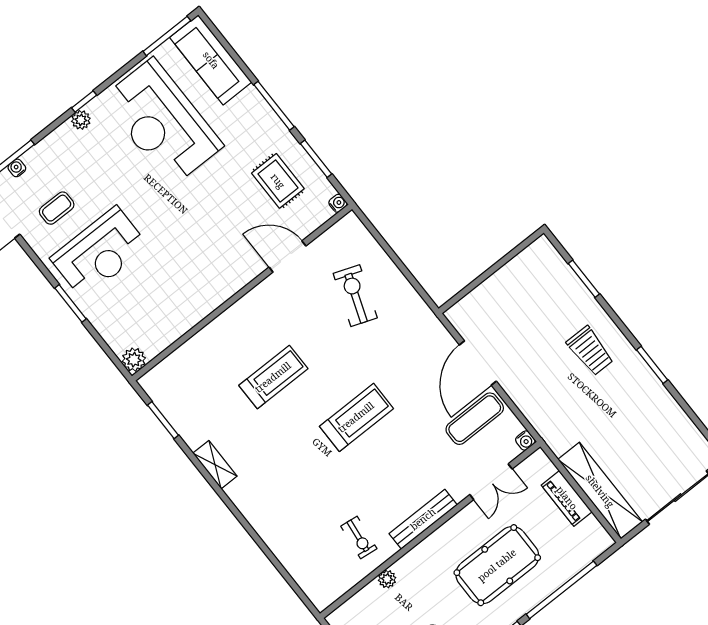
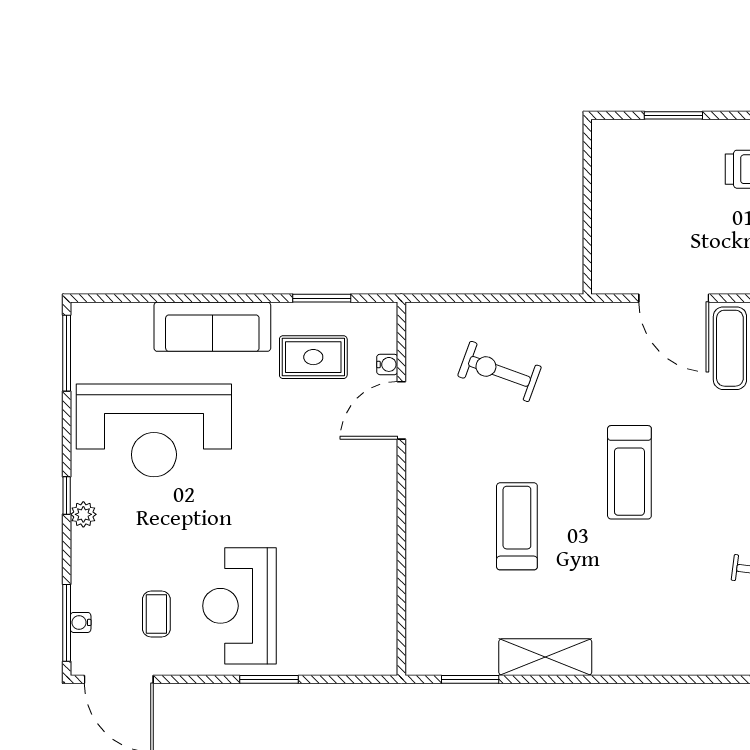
sofa: (211, 60) -> (212, 327), moved
window: (274, 106) -> (230, 298), removed
water cooler: (338, 203) -> (387, 364), moved, turned 90
reception desk: (100, 253) -> (239, 606), turned 180
plant: (134, 360) -> (382, 660), removed
treadmill: (356, 417) -> (629, 472), turned 180
shelving: (215, 465) -> (545, 657), width x1.50, depth x1.33

